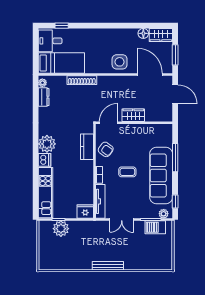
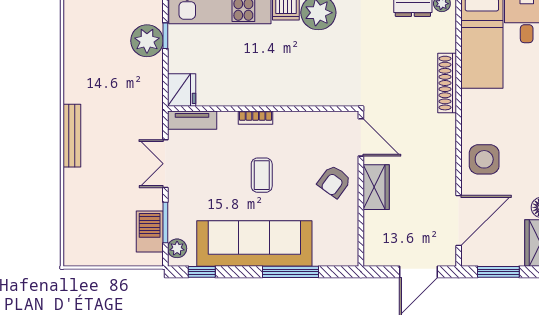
kitchen counter: (87, 147) -> (312, 93), removed
armchair: (106, 149) -> (334, 182), moved
tv unit: (100, 201) -> (192, 120), width x0.71

